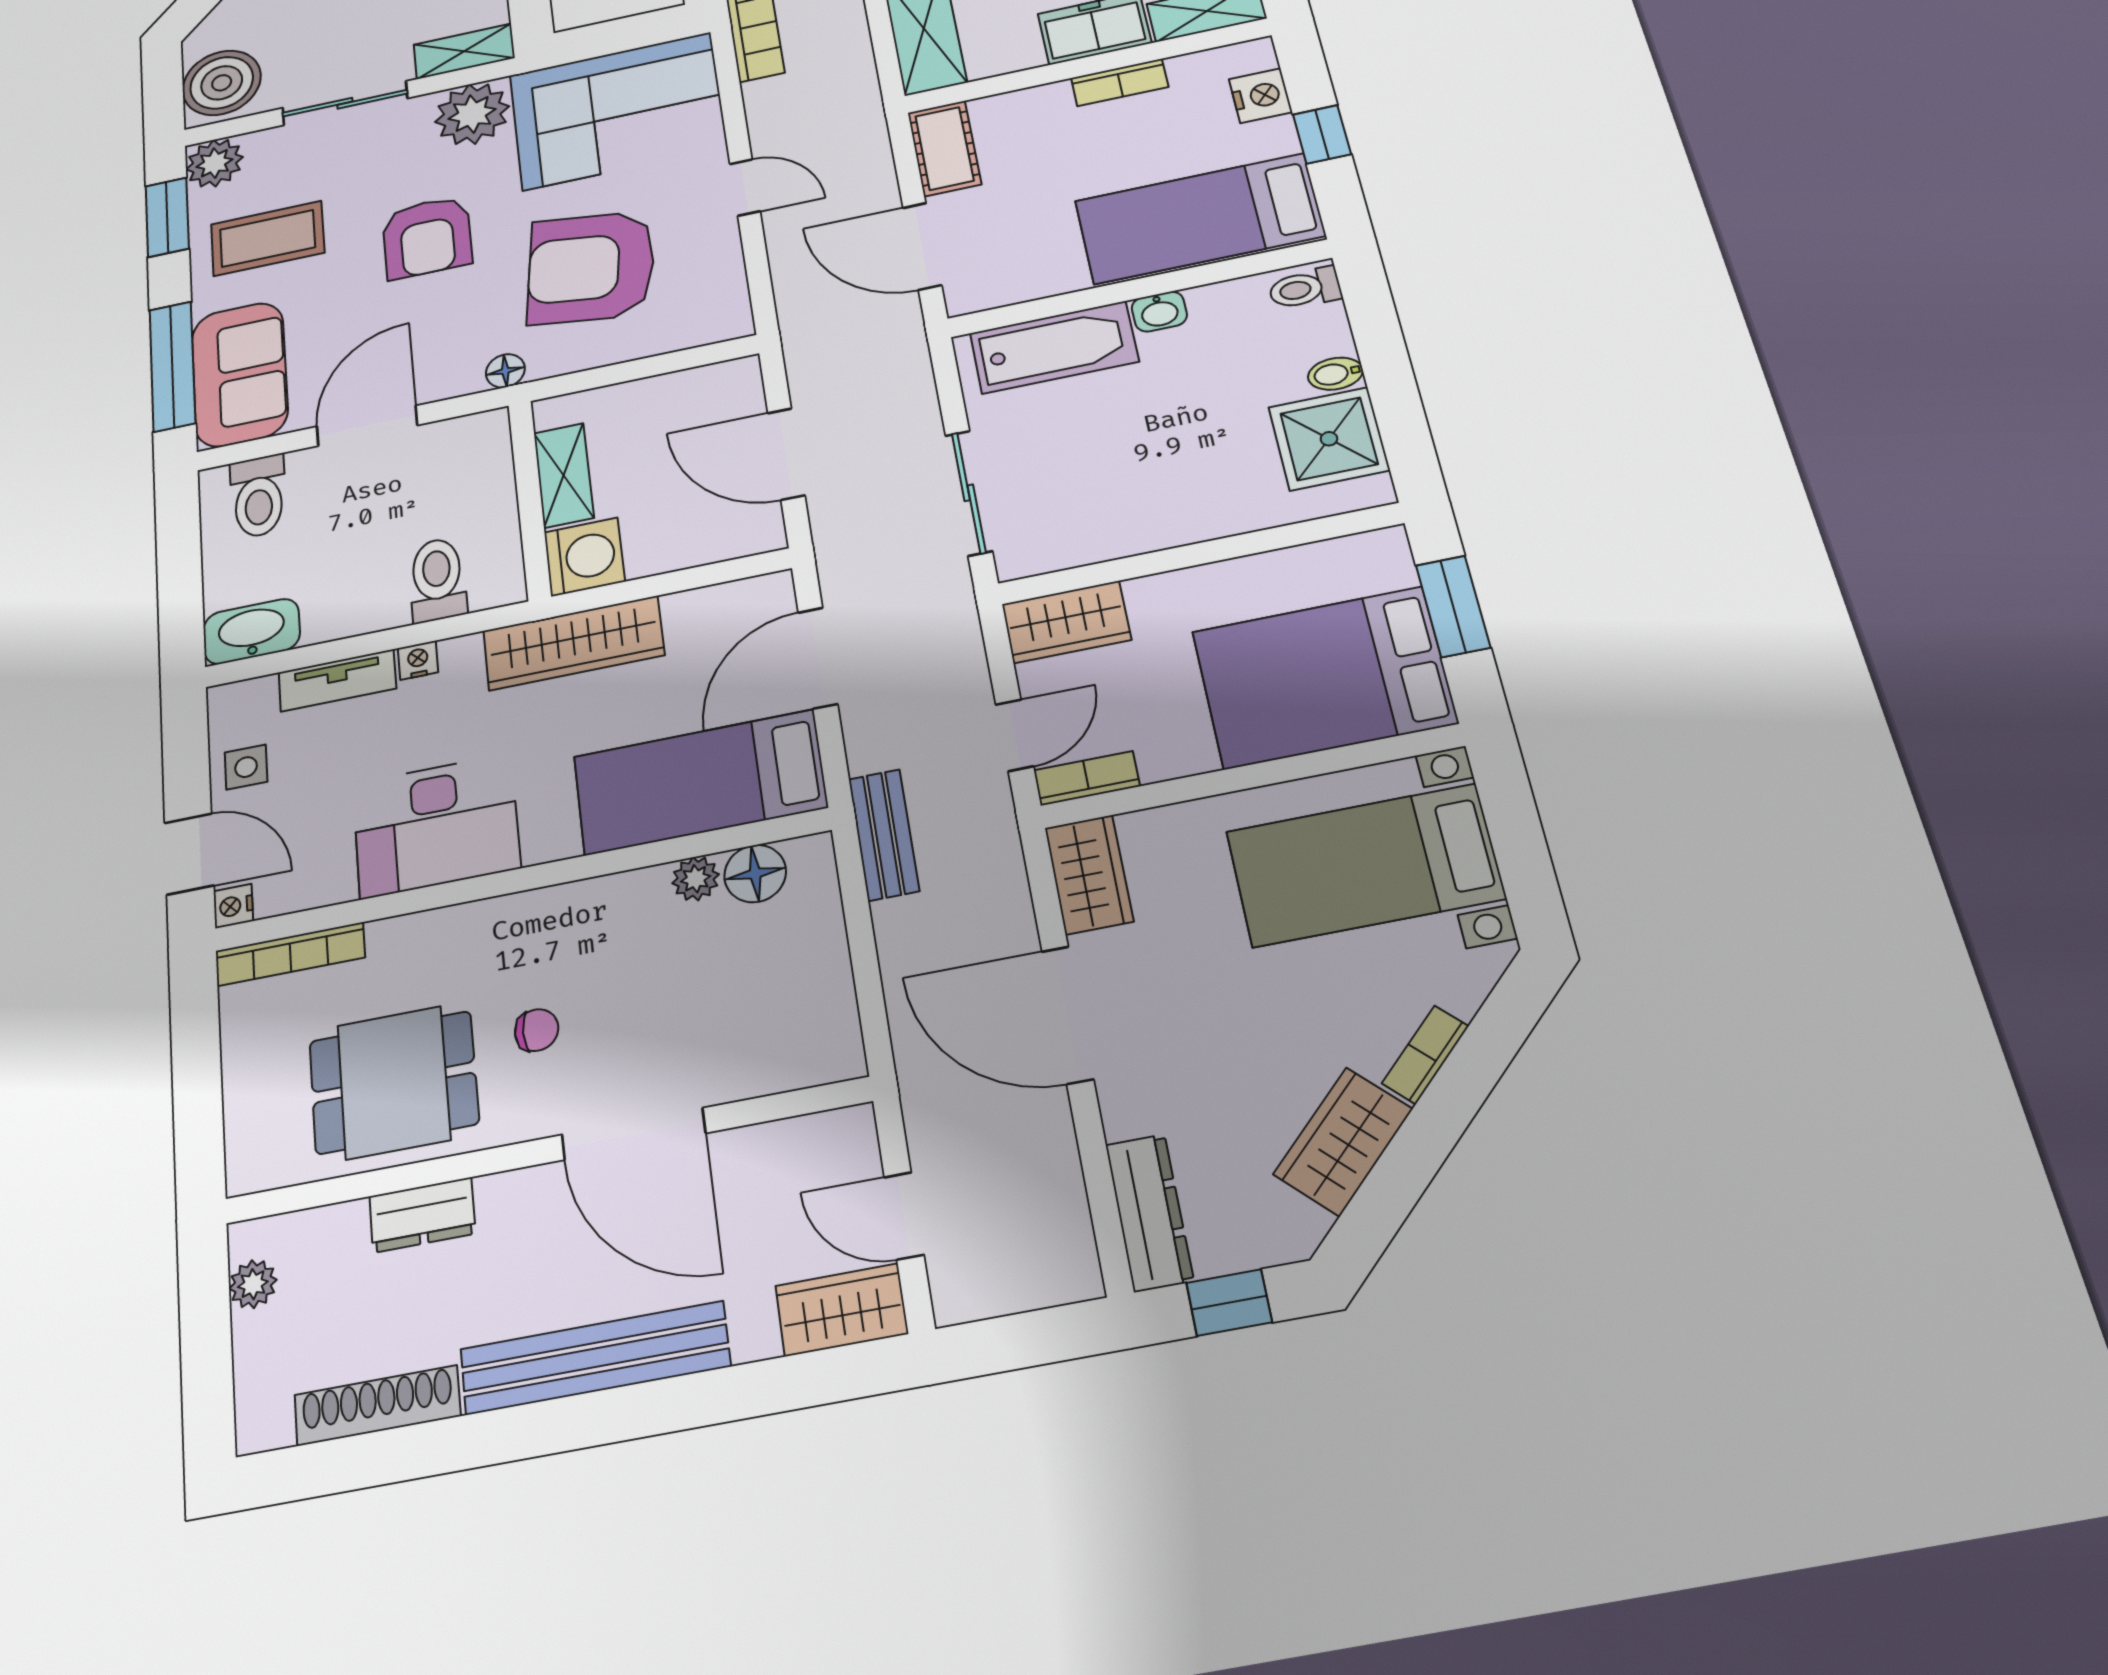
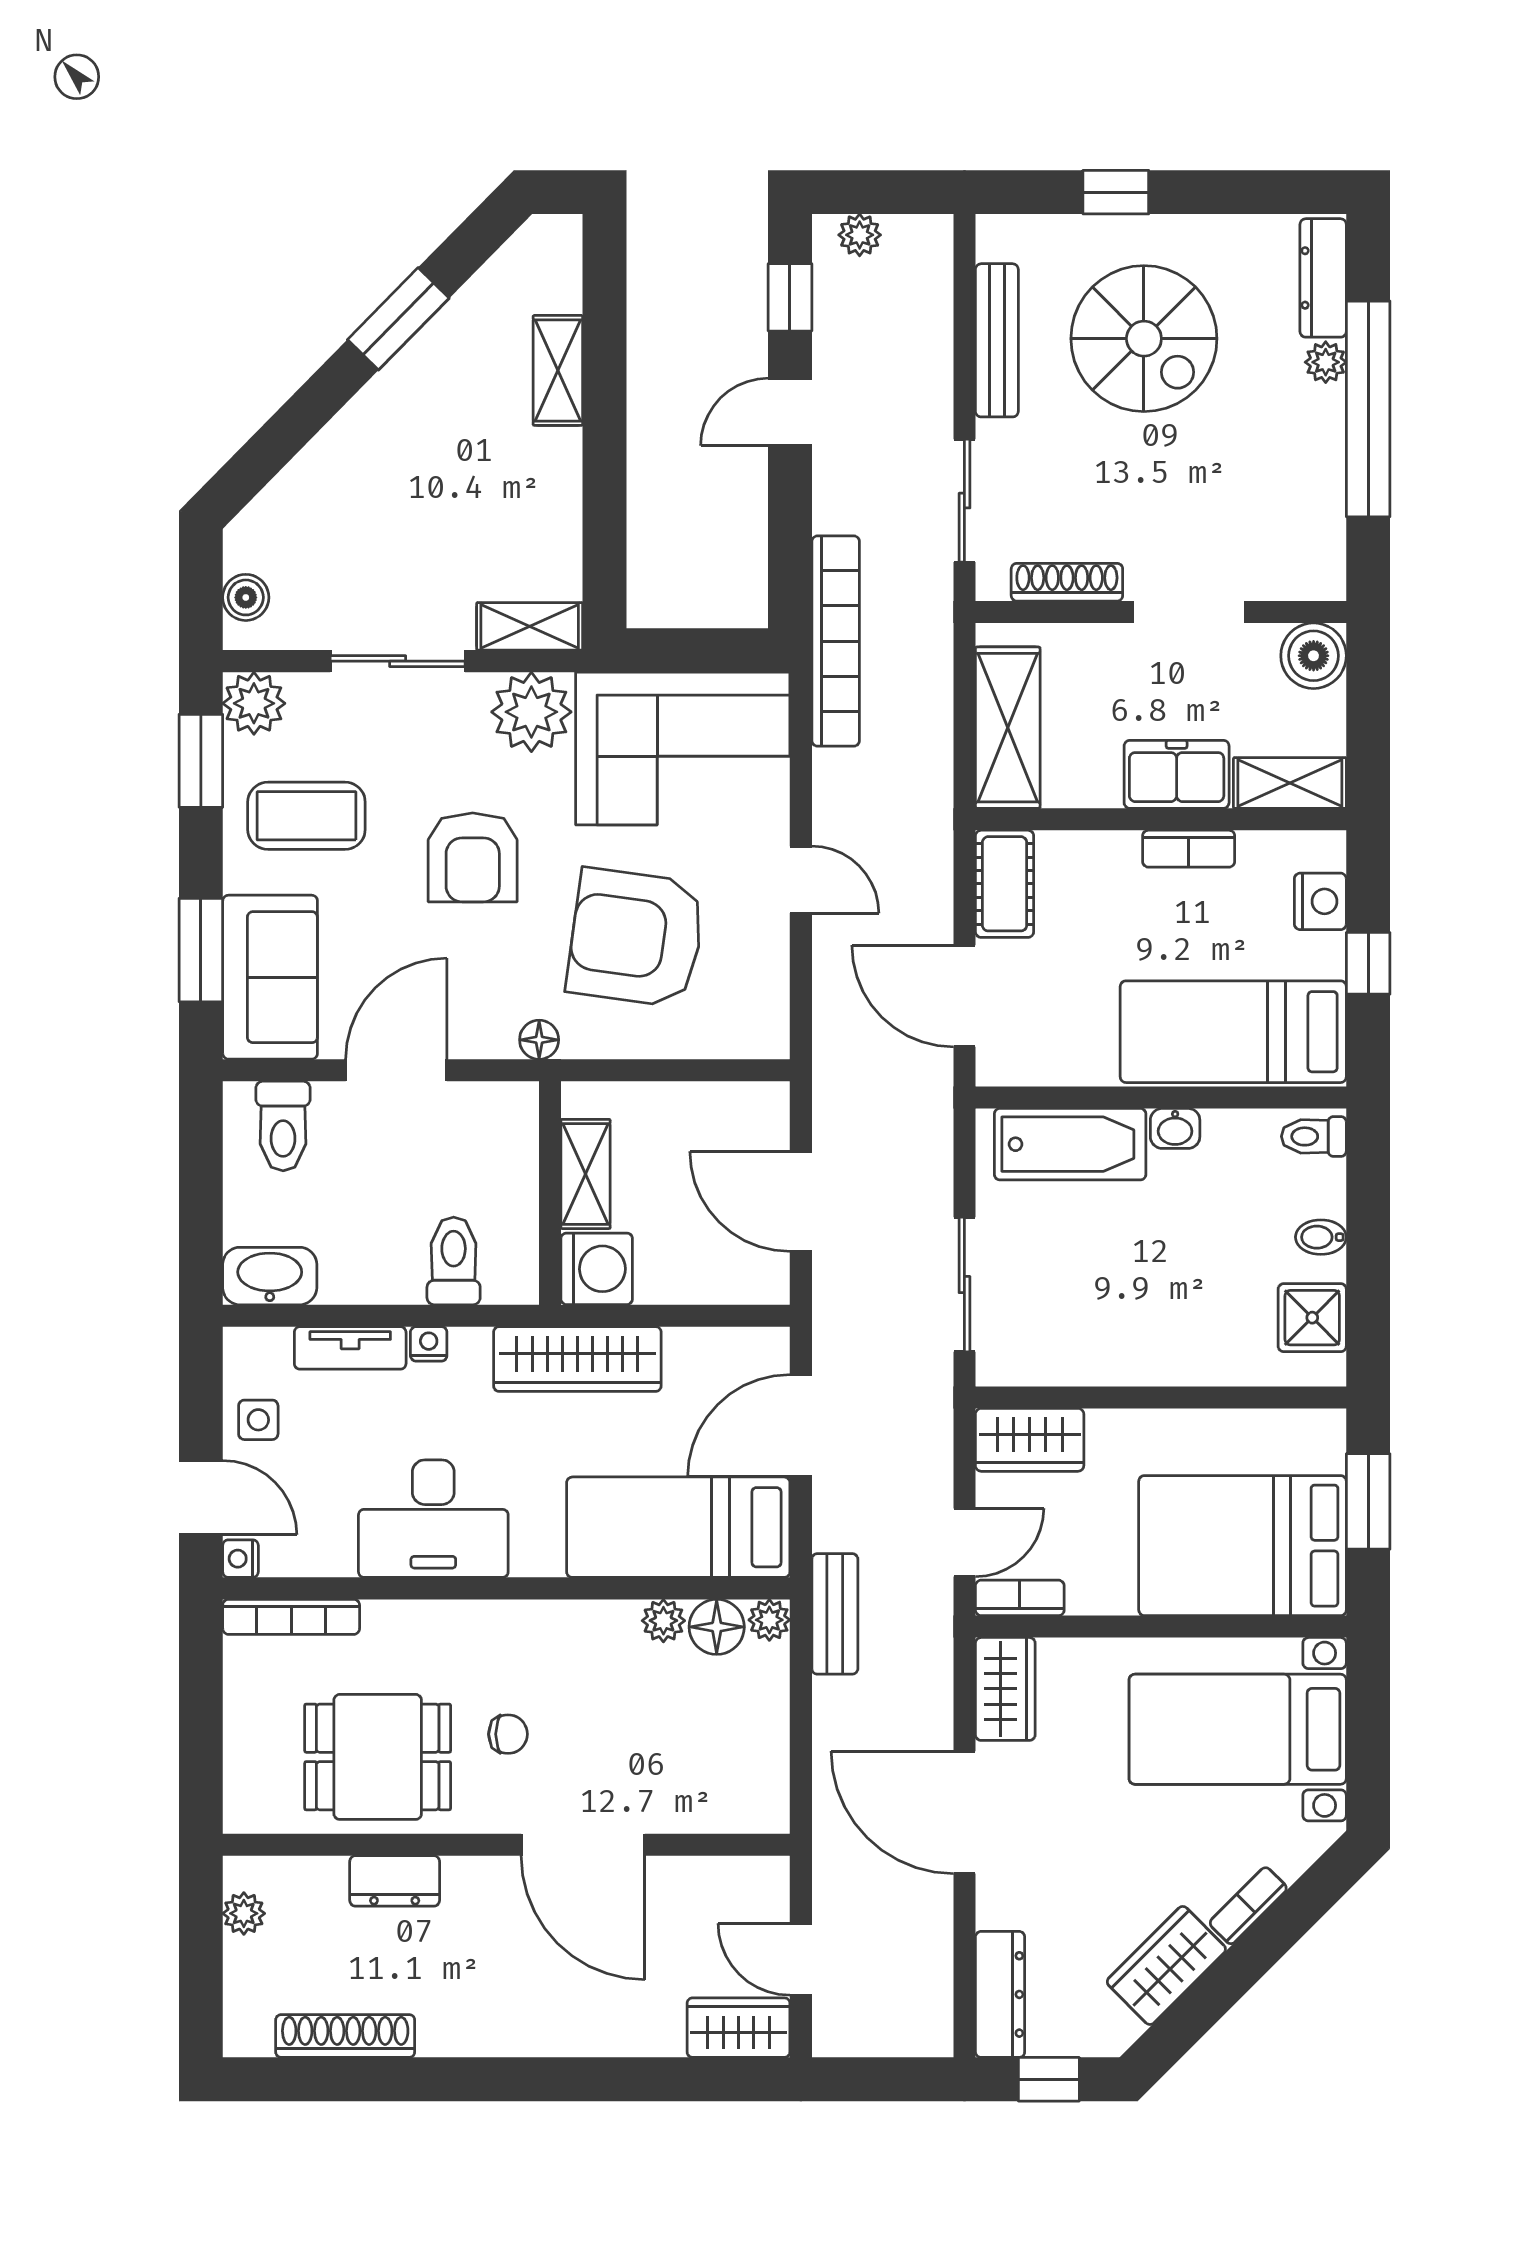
boiler: (222, 83) -> (246, 597), width x0.54, depth x0.54
window: (172, 366) -> (201, 950), width x0.69
shower: (1329, 439) -> (1312, 1318), width x0.73, depth x0.73
plant: (812, 855) -> (769, 1620), added
bench: (595, 1358) -> (531, 2030), removed

